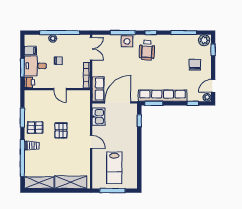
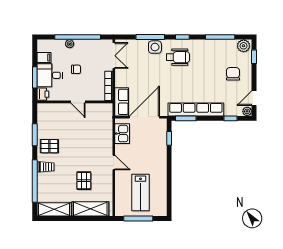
wheelchair: (147, 50) -> (178, 57), turned -93
pallet: (61, 130) -> (84, 181), moved

